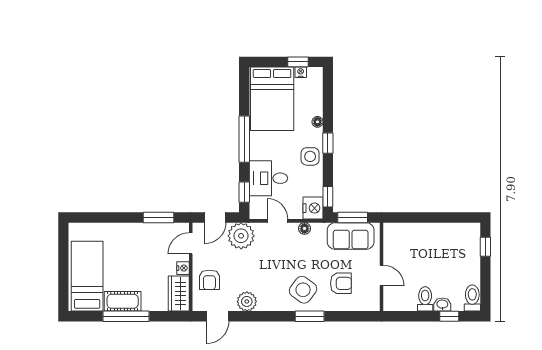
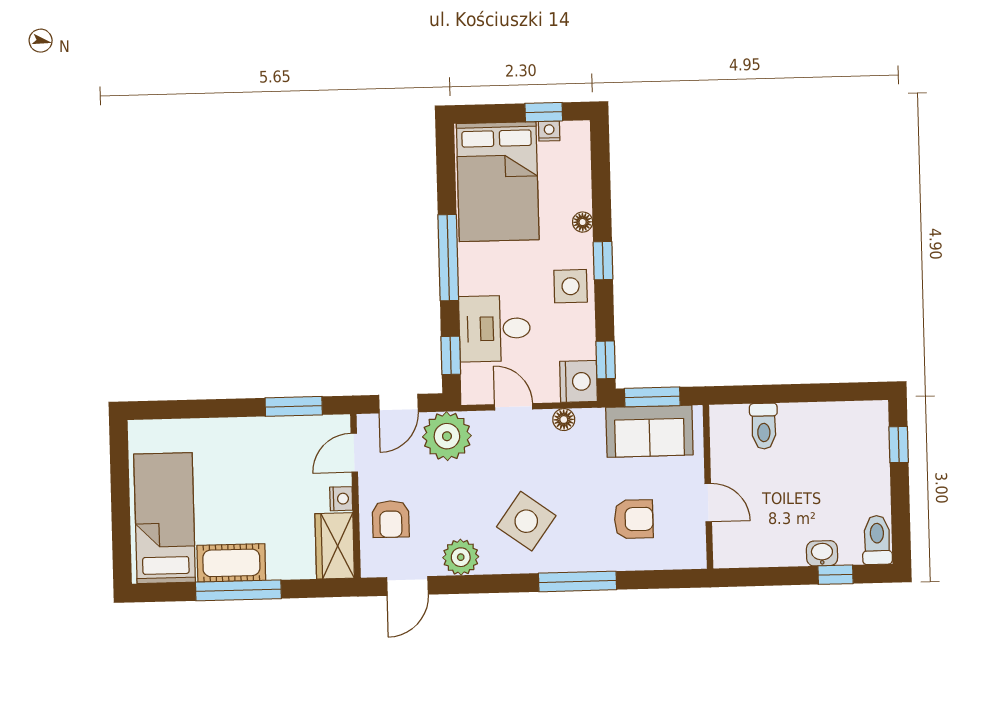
side table: (303, 290) -> (526, 521), moved
toilet: (425, 299) -> (764, 426), moved, turned 180
window: (310, 316) -> (577, 581), width x1.44

